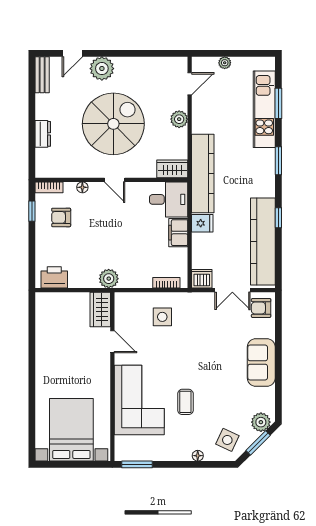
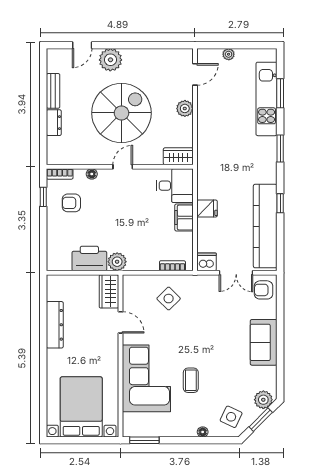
bench: (42, 75) -> (53, 91), moved
kitchen counter: (203, 174) -> (207, 161), removed
door: (115, 180) -> (123, 167), swing flipped
printer: (54, 277) -> (89, 259), moved, width x1.37, depth x1.19
side table: (162, 317) -> (169, 299), turned 45
dresser: (44, 344) -> (55, 325), added

